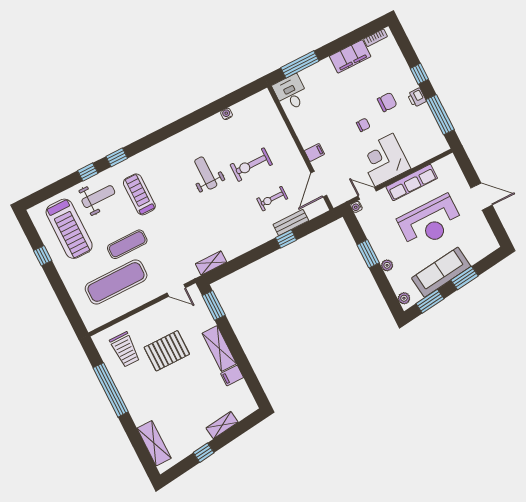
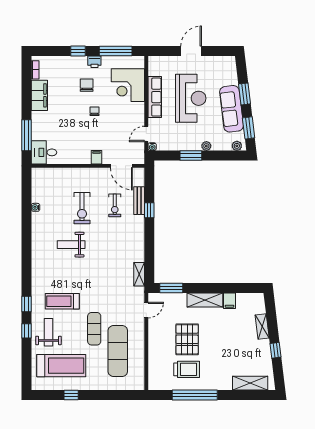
corner desk: (384, 160) -> (128, 85), moved
trolley: (125, 349) -> (187, 369), moved

